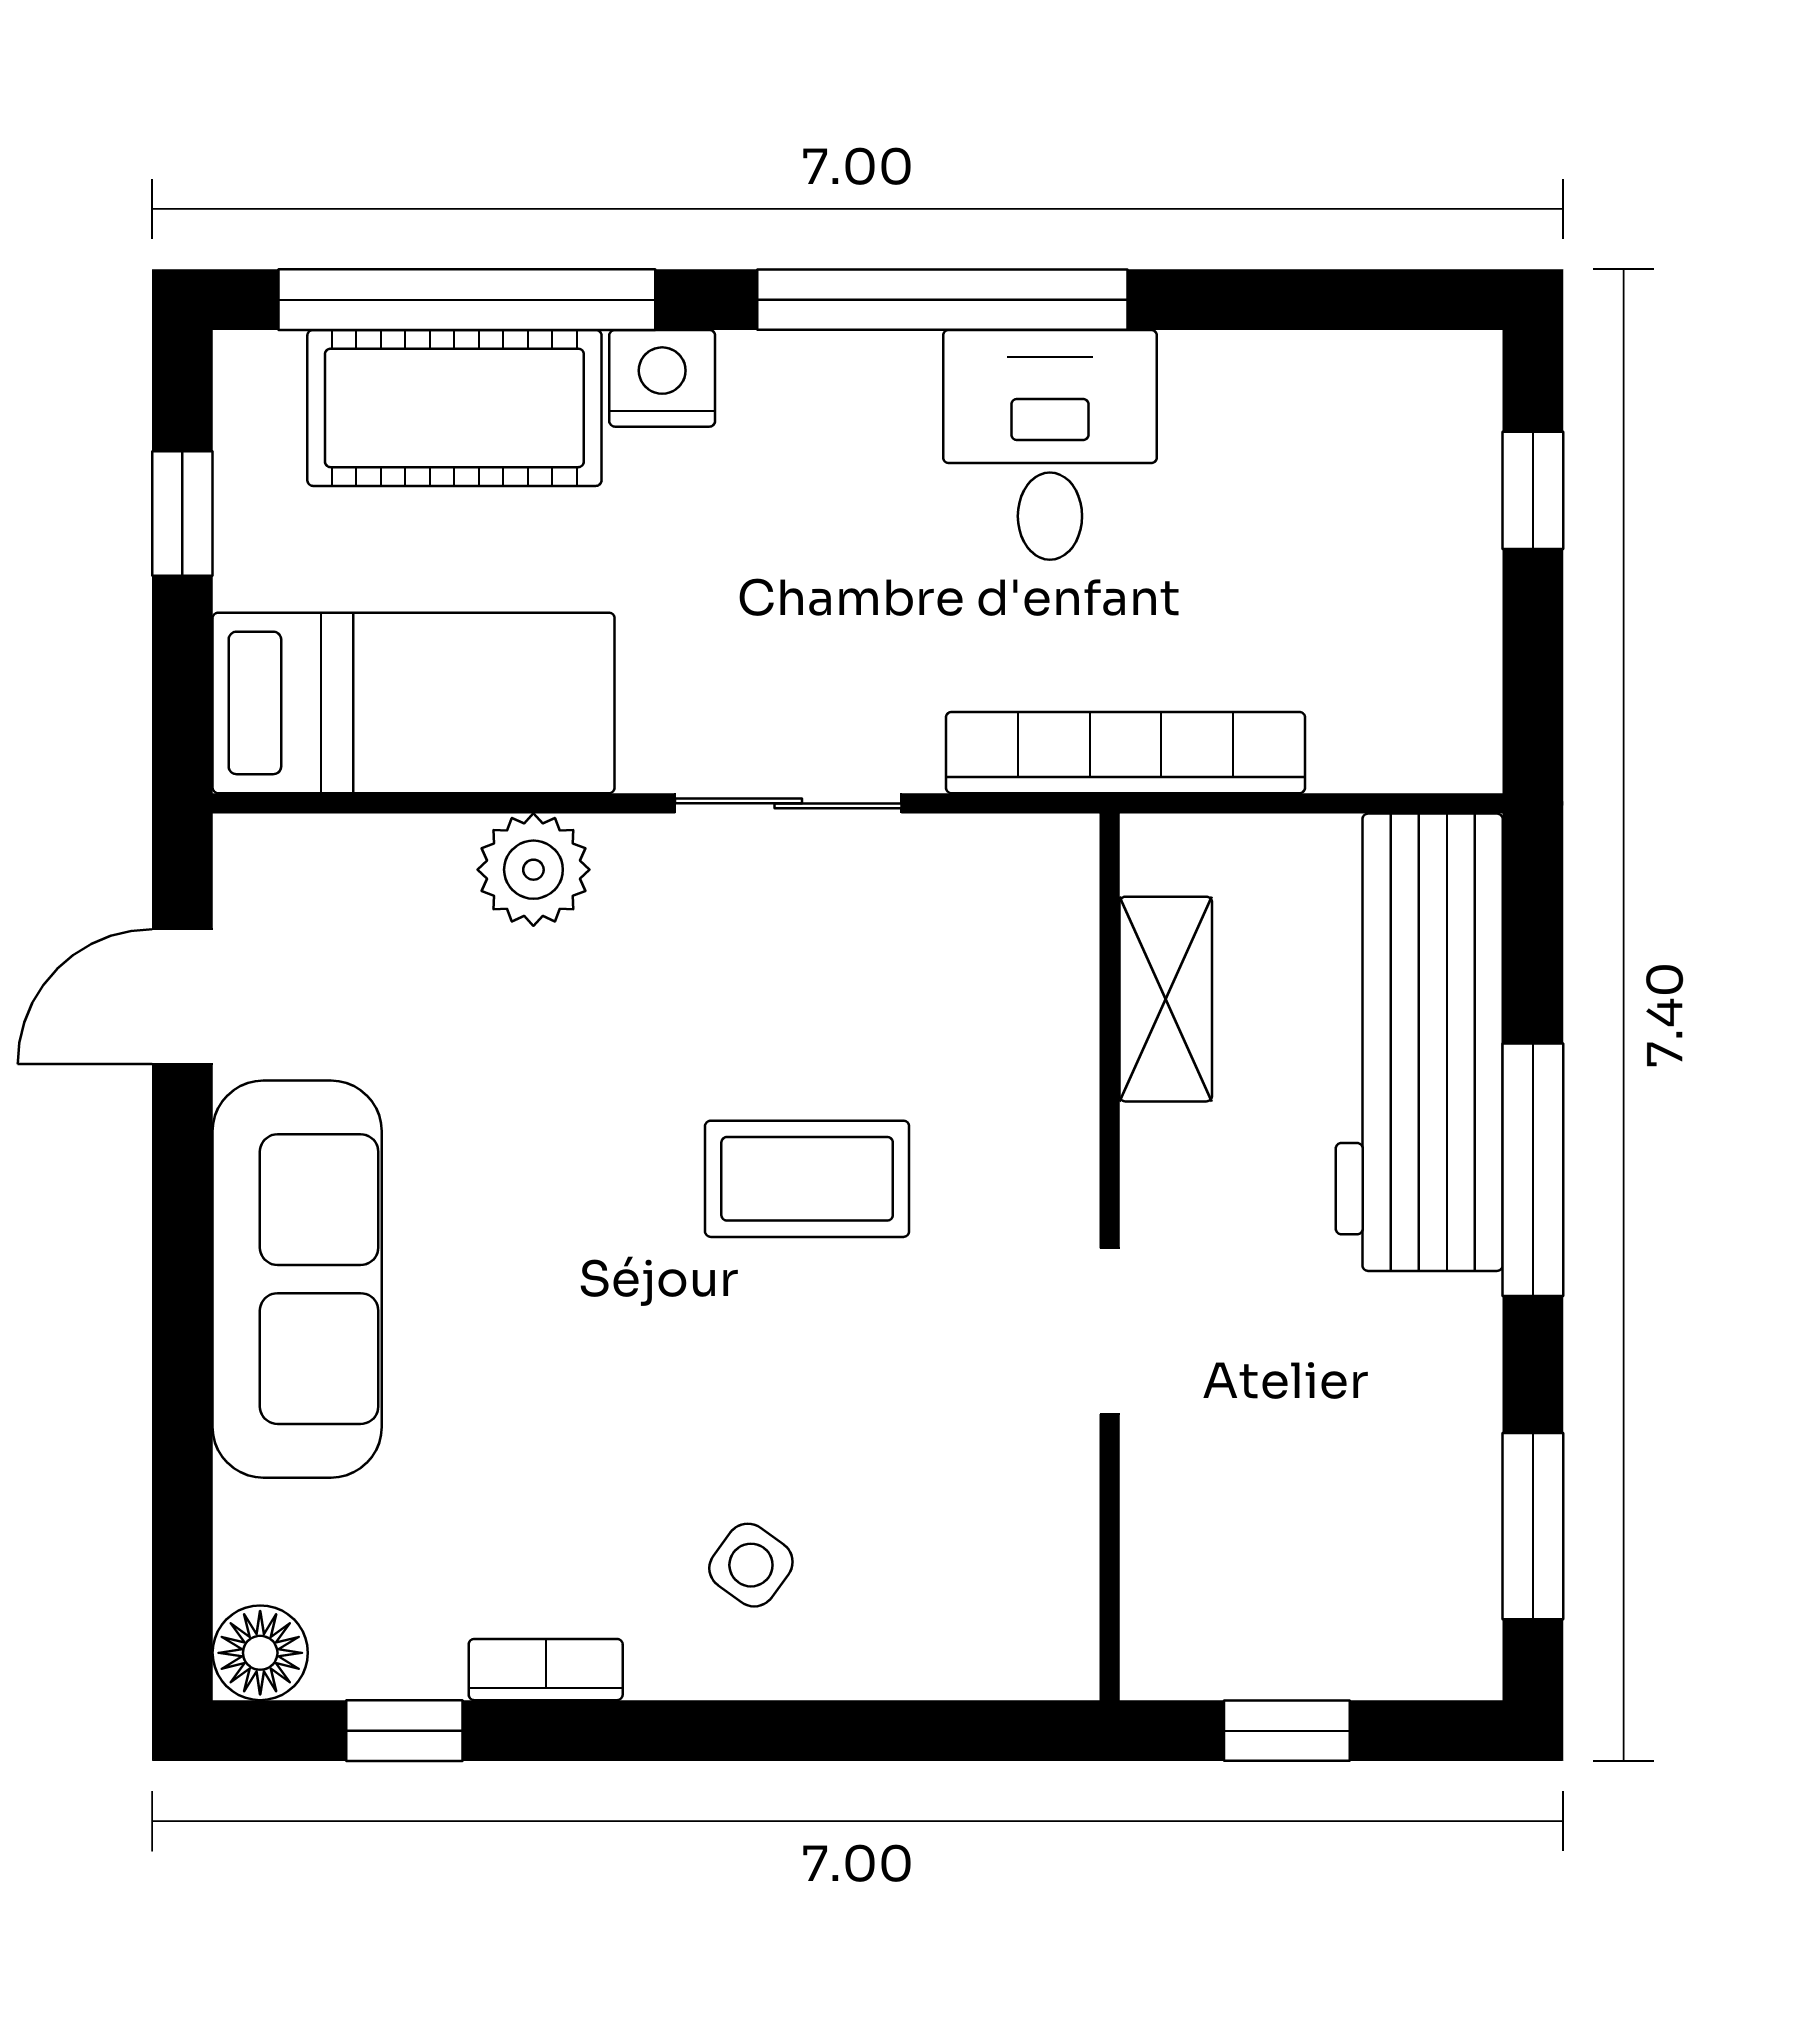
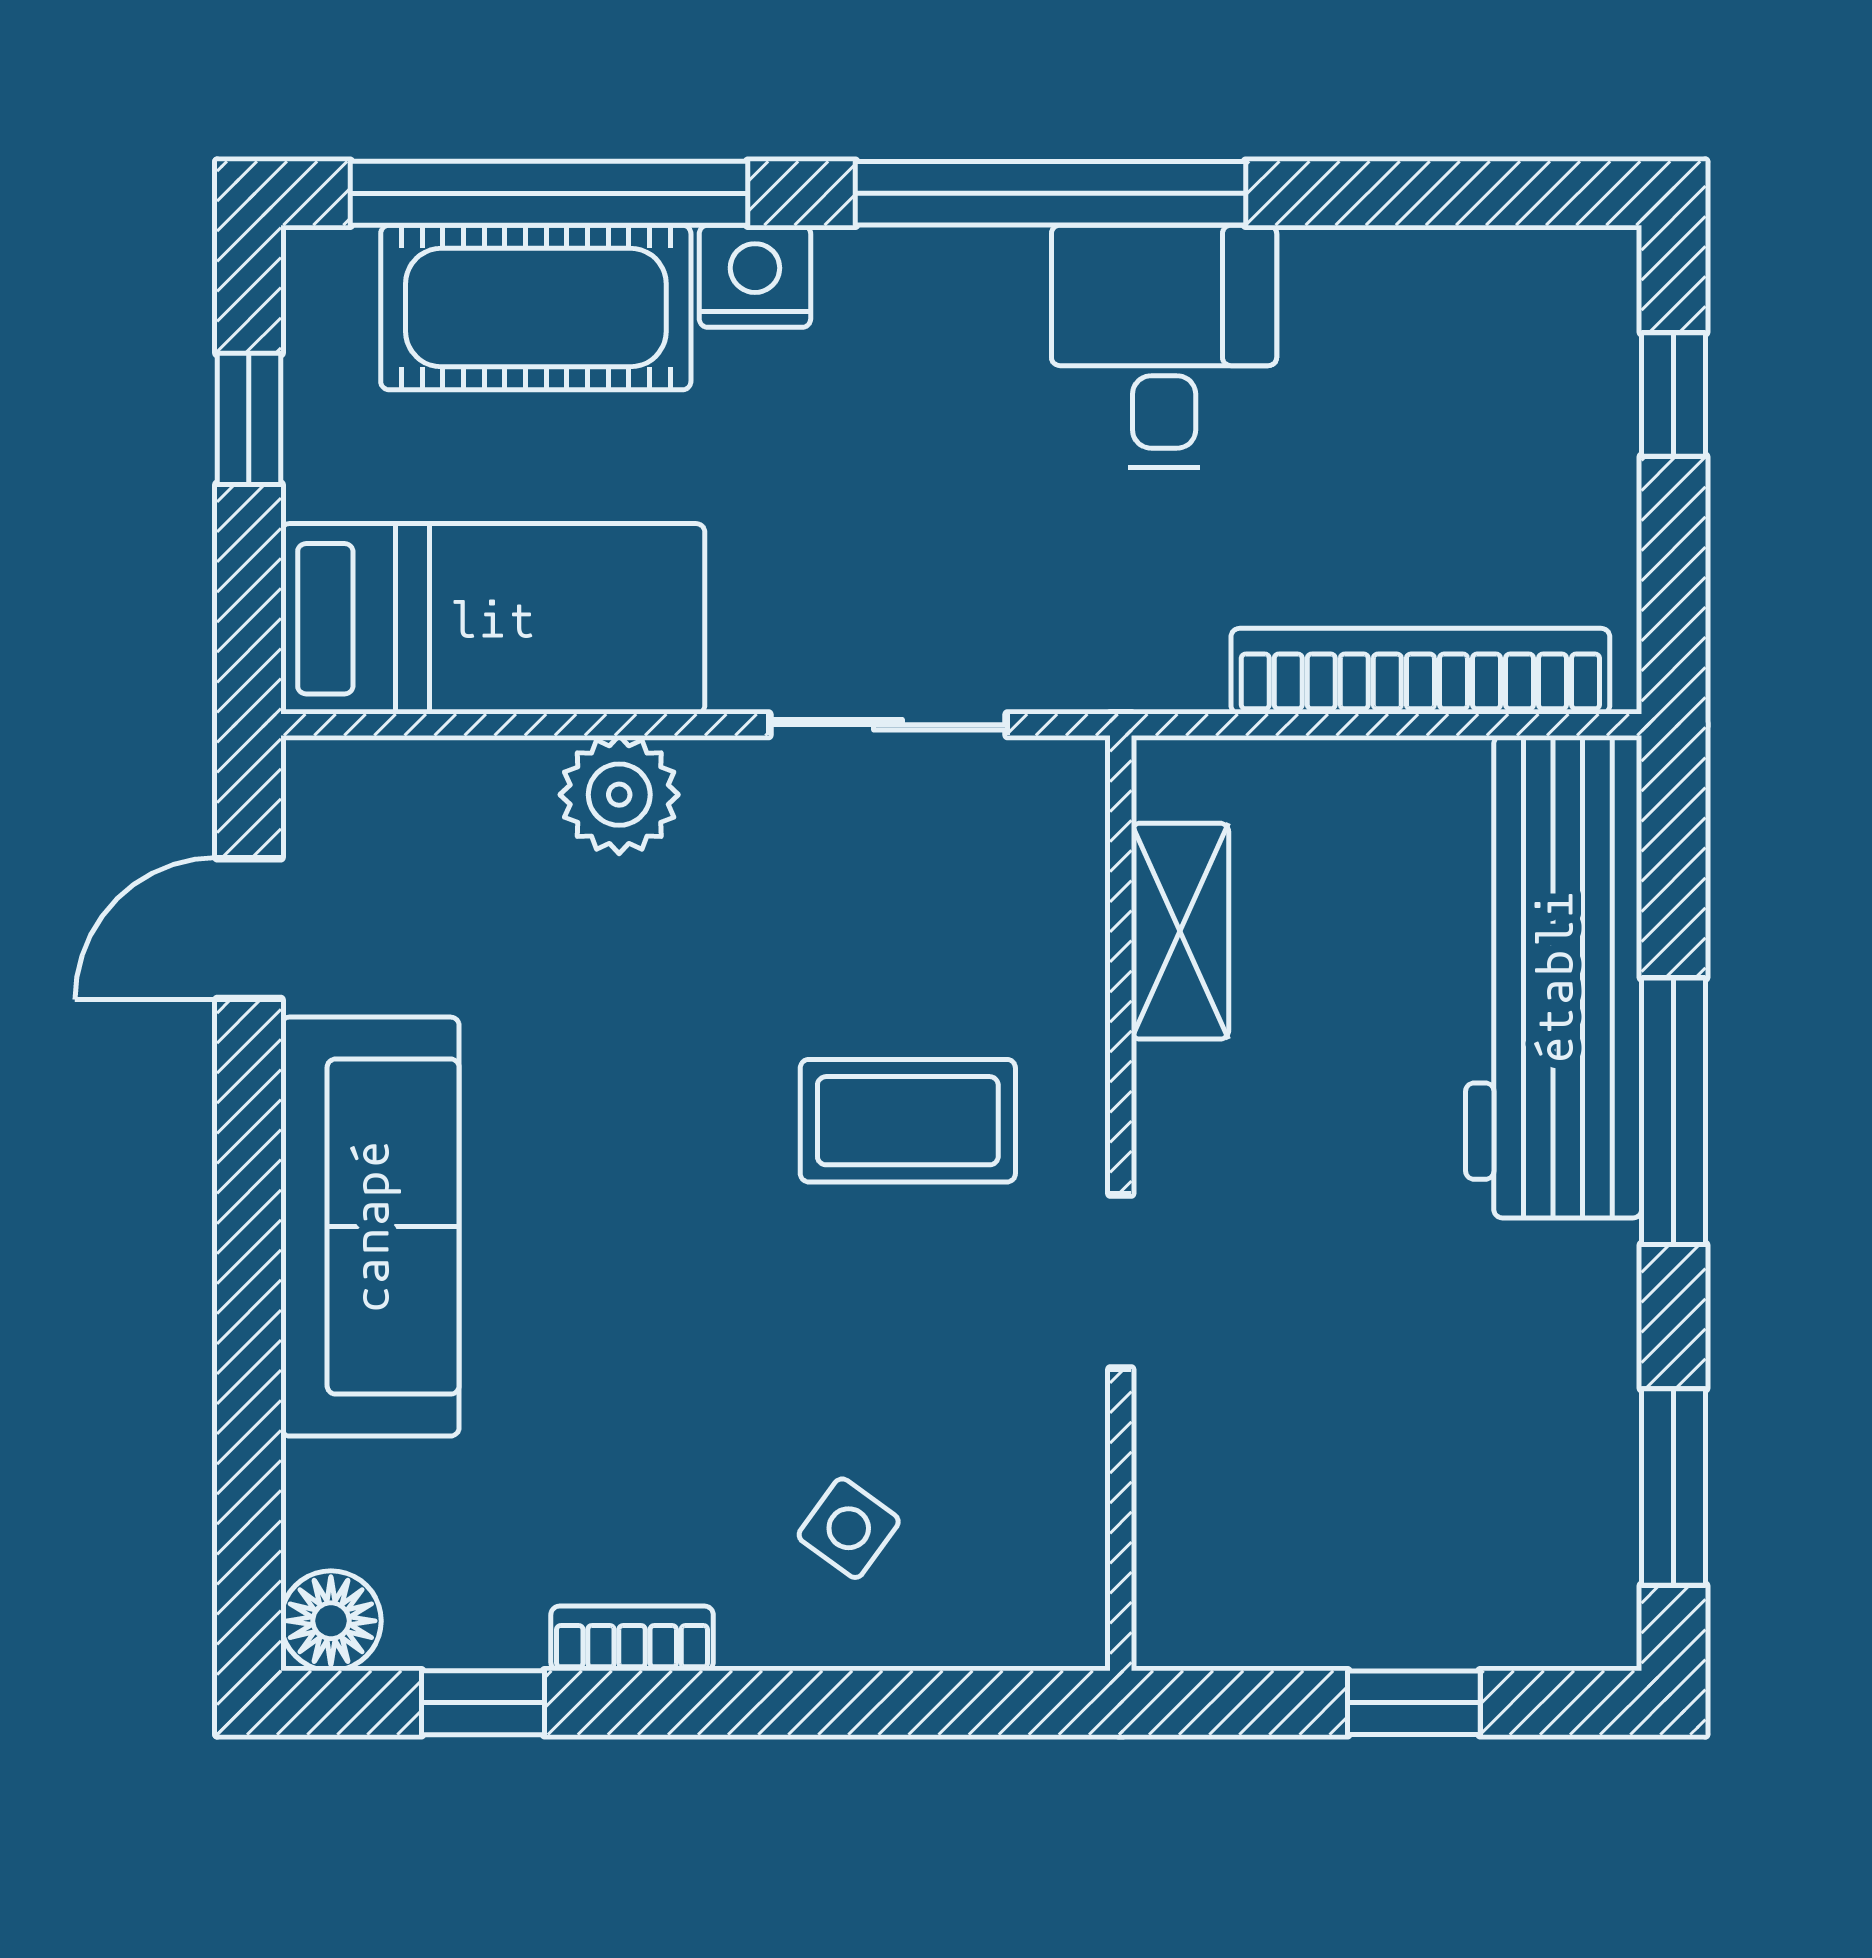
bookcase: (1125, 753) -> (1420, 671), moved
shelving: (1166, 999) -> (1180, 931), moved
wall: (1110, 1257) -> (1121, 1203), moved
doorway: (1110, 1331) -> (1121, 1282), moved

